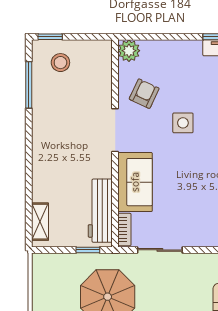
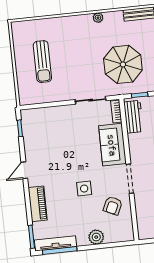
plant: (129, 51) -> (96, 237), moved
workbench: (100, 211) -> (134, 117), width x0.73

